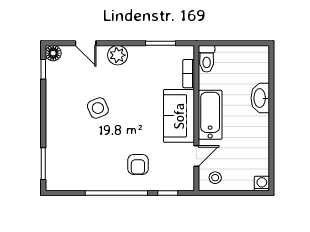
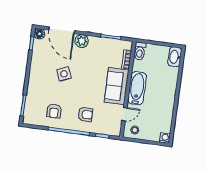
door: (86, 43) -> (62, 30), width x1.87
washbasin: (260, 98) -> (175, 57), moved
armchair: (138, 164) -> (85, 114), turned -90
armchair: (91, 166) -> (54, 111), added

